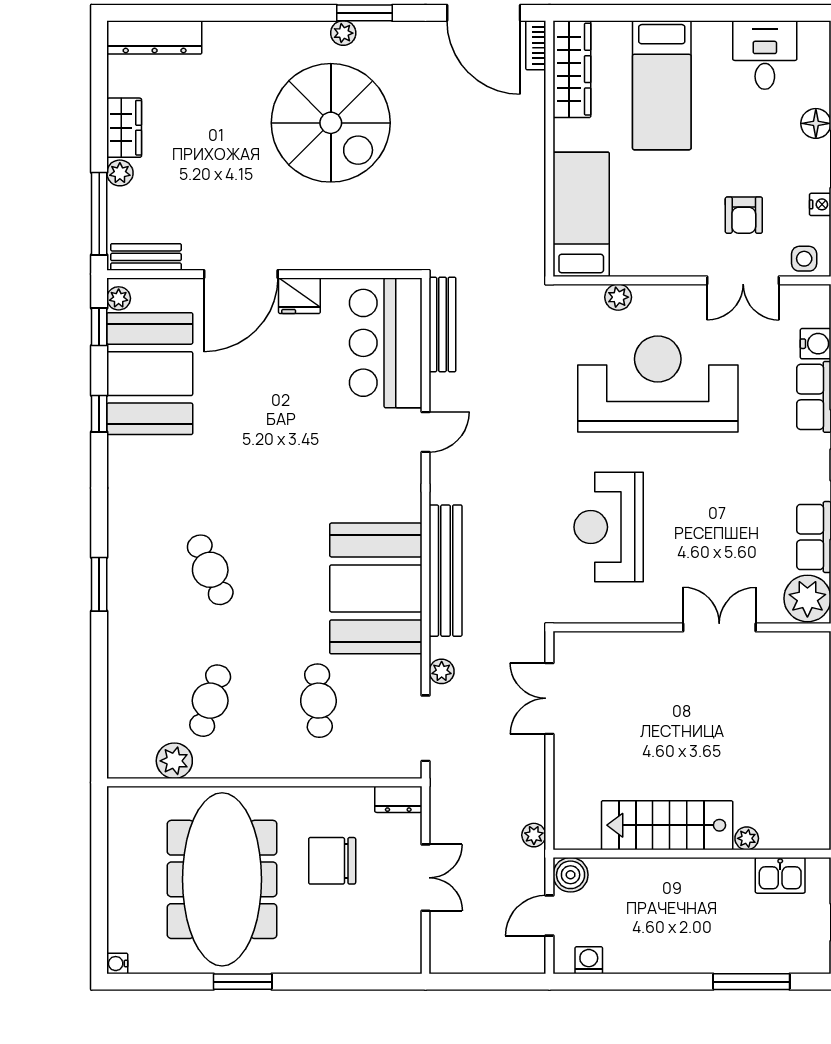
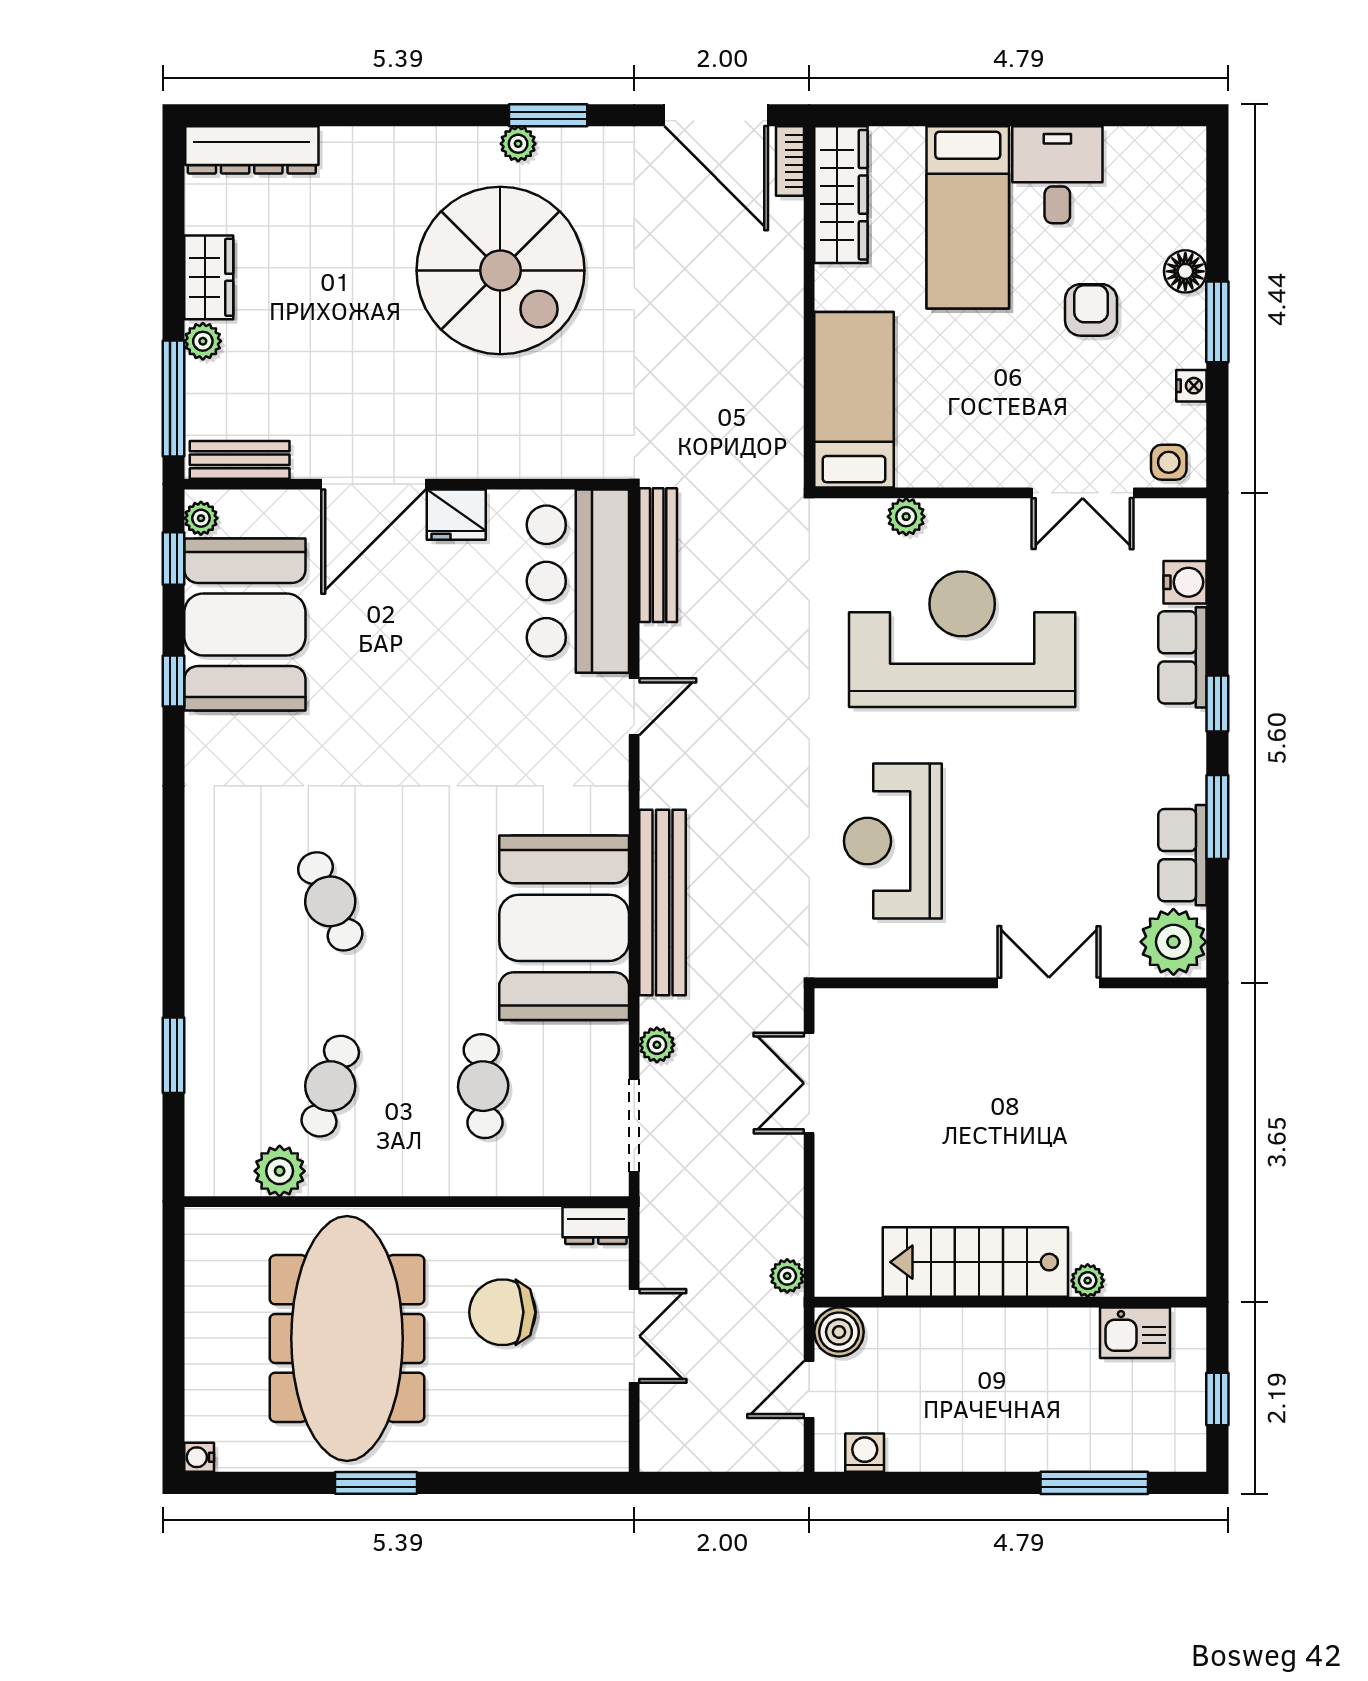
desk: (765, 55) -> (1057, 175), moved
armchair: (744, 215) -> (1091, 310), moved, turned 180
window: (99, 584) -> (173, 1055), moved

